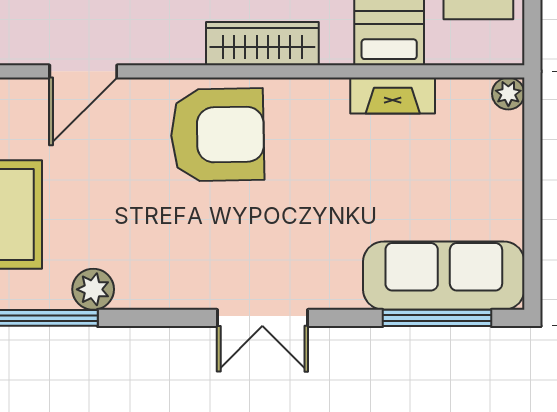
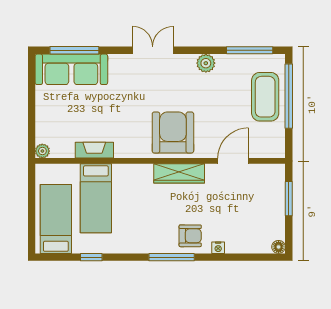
wardrobe: (262, 44) -> (179, 173), moved
armchair: (217, 135) -> (173, 133), turned 91
plant: (93, 289) -> (206, 63), moved

